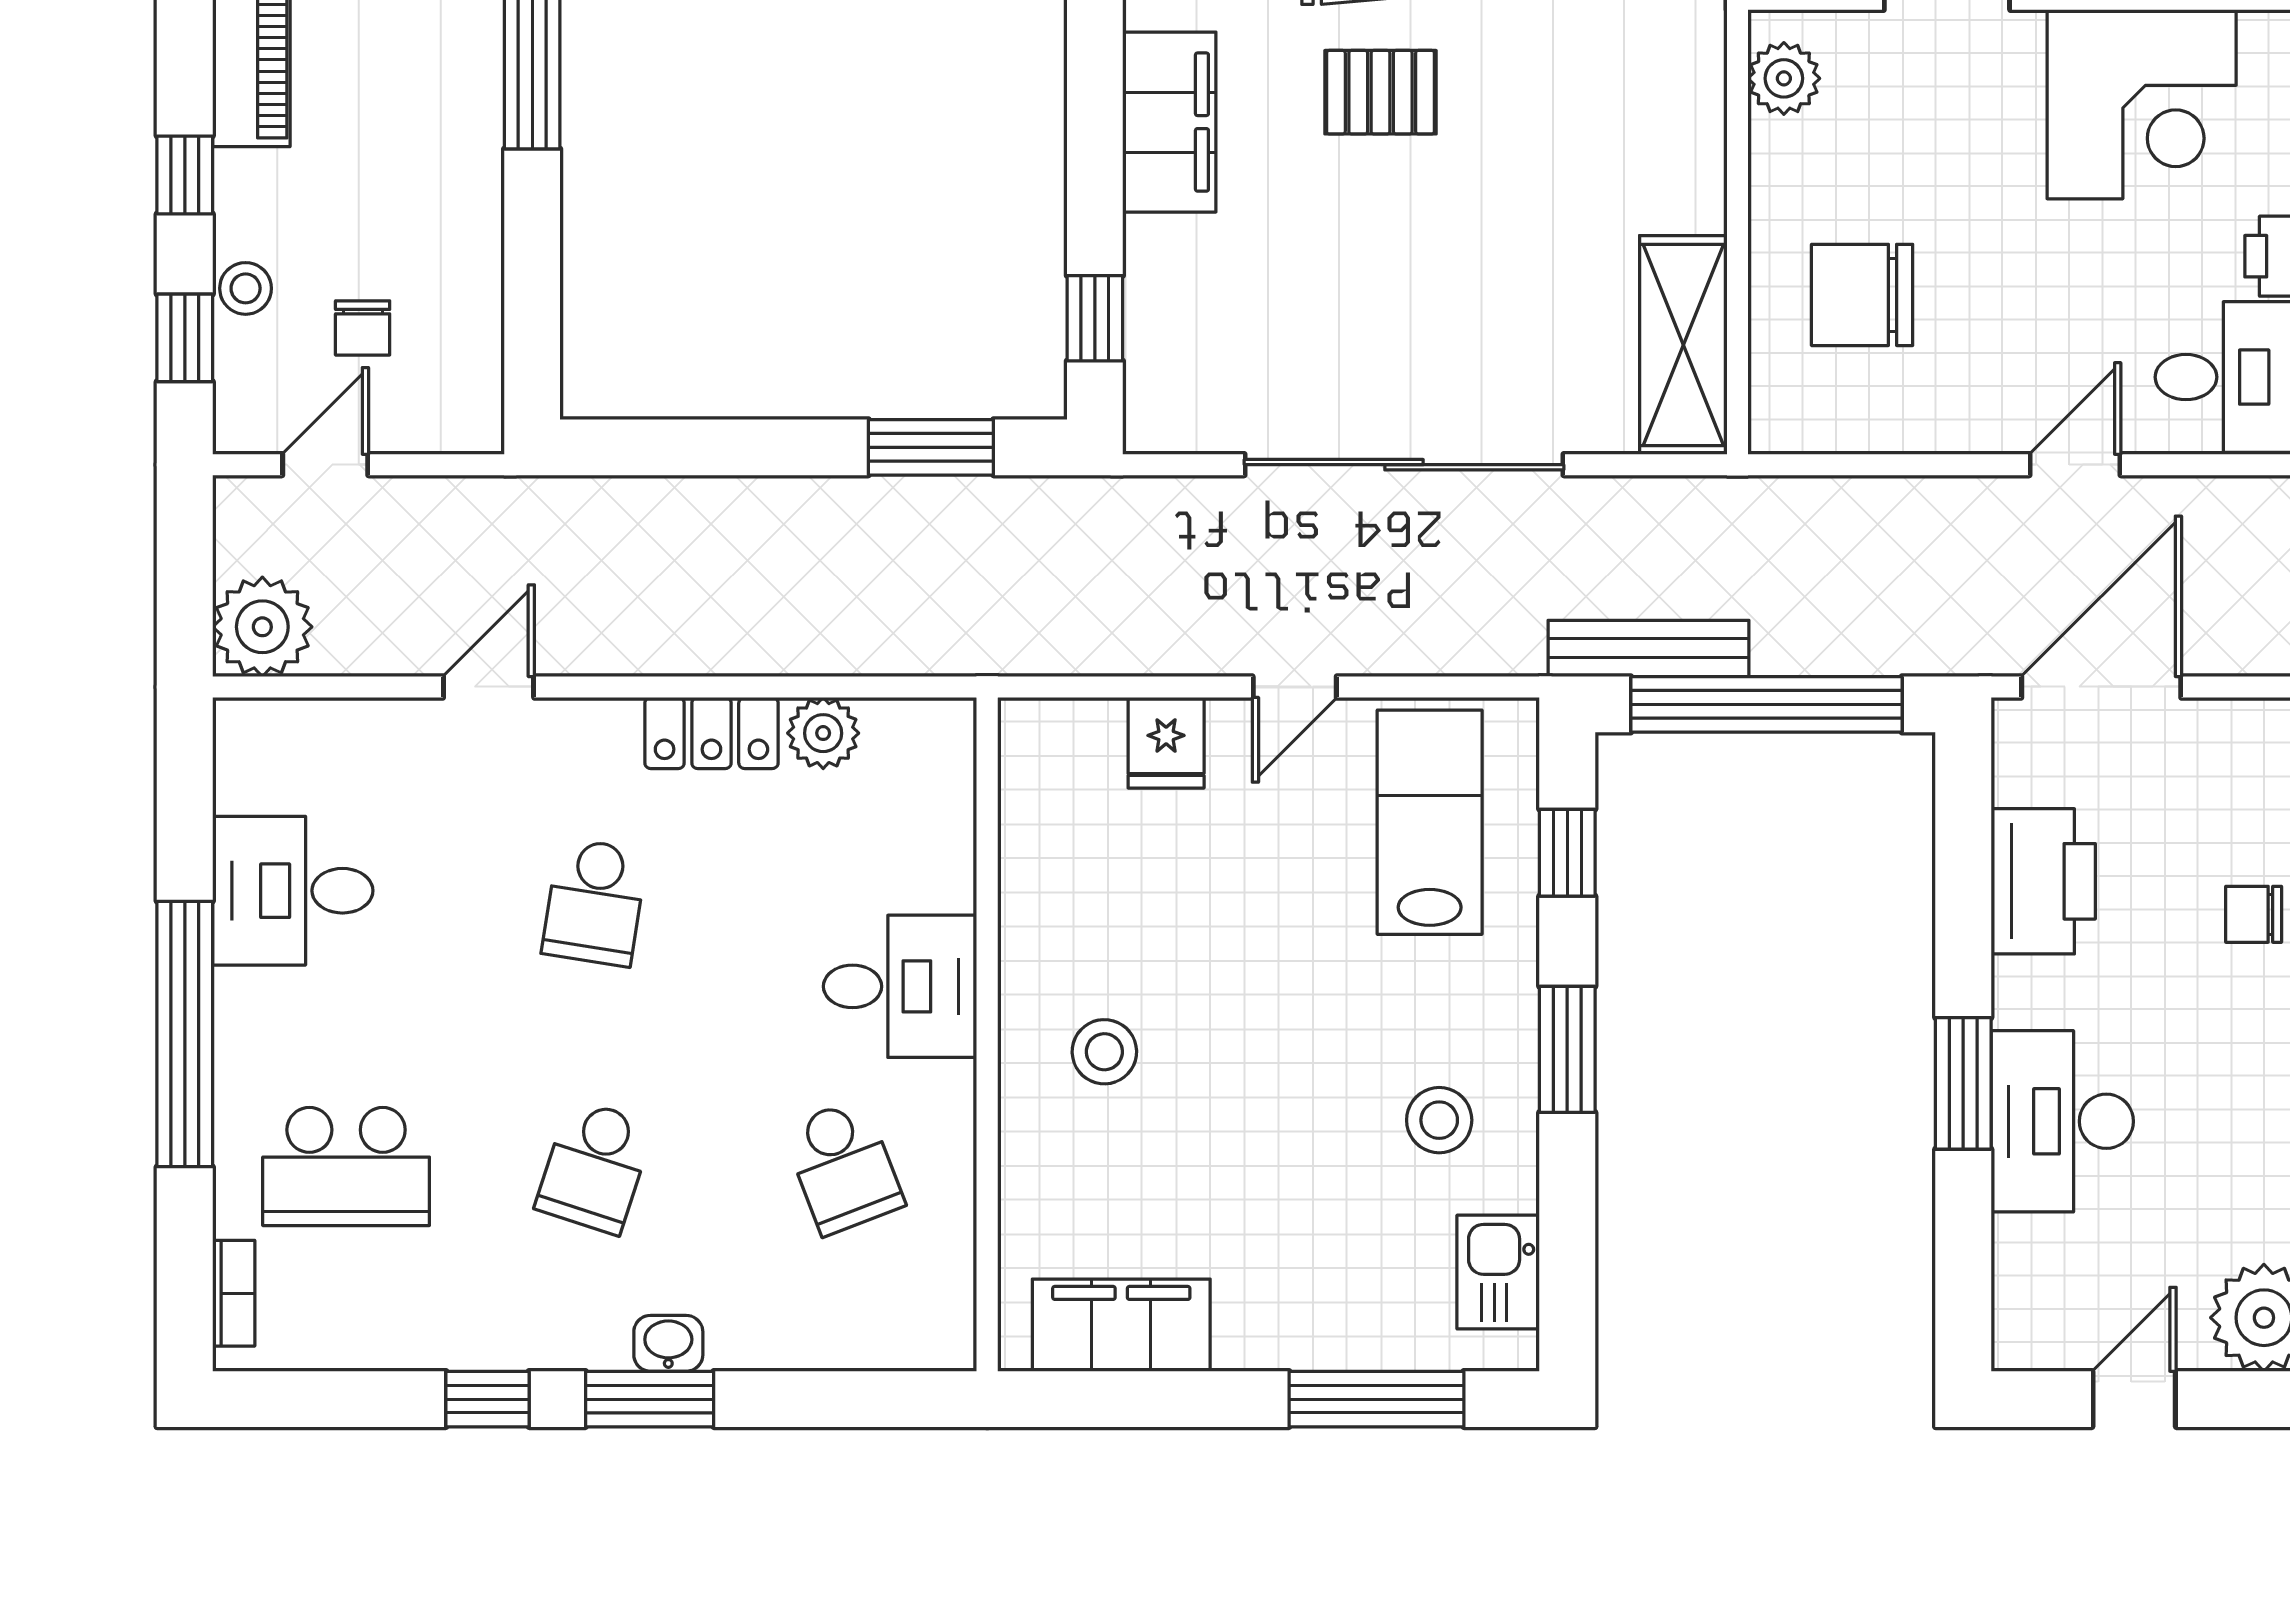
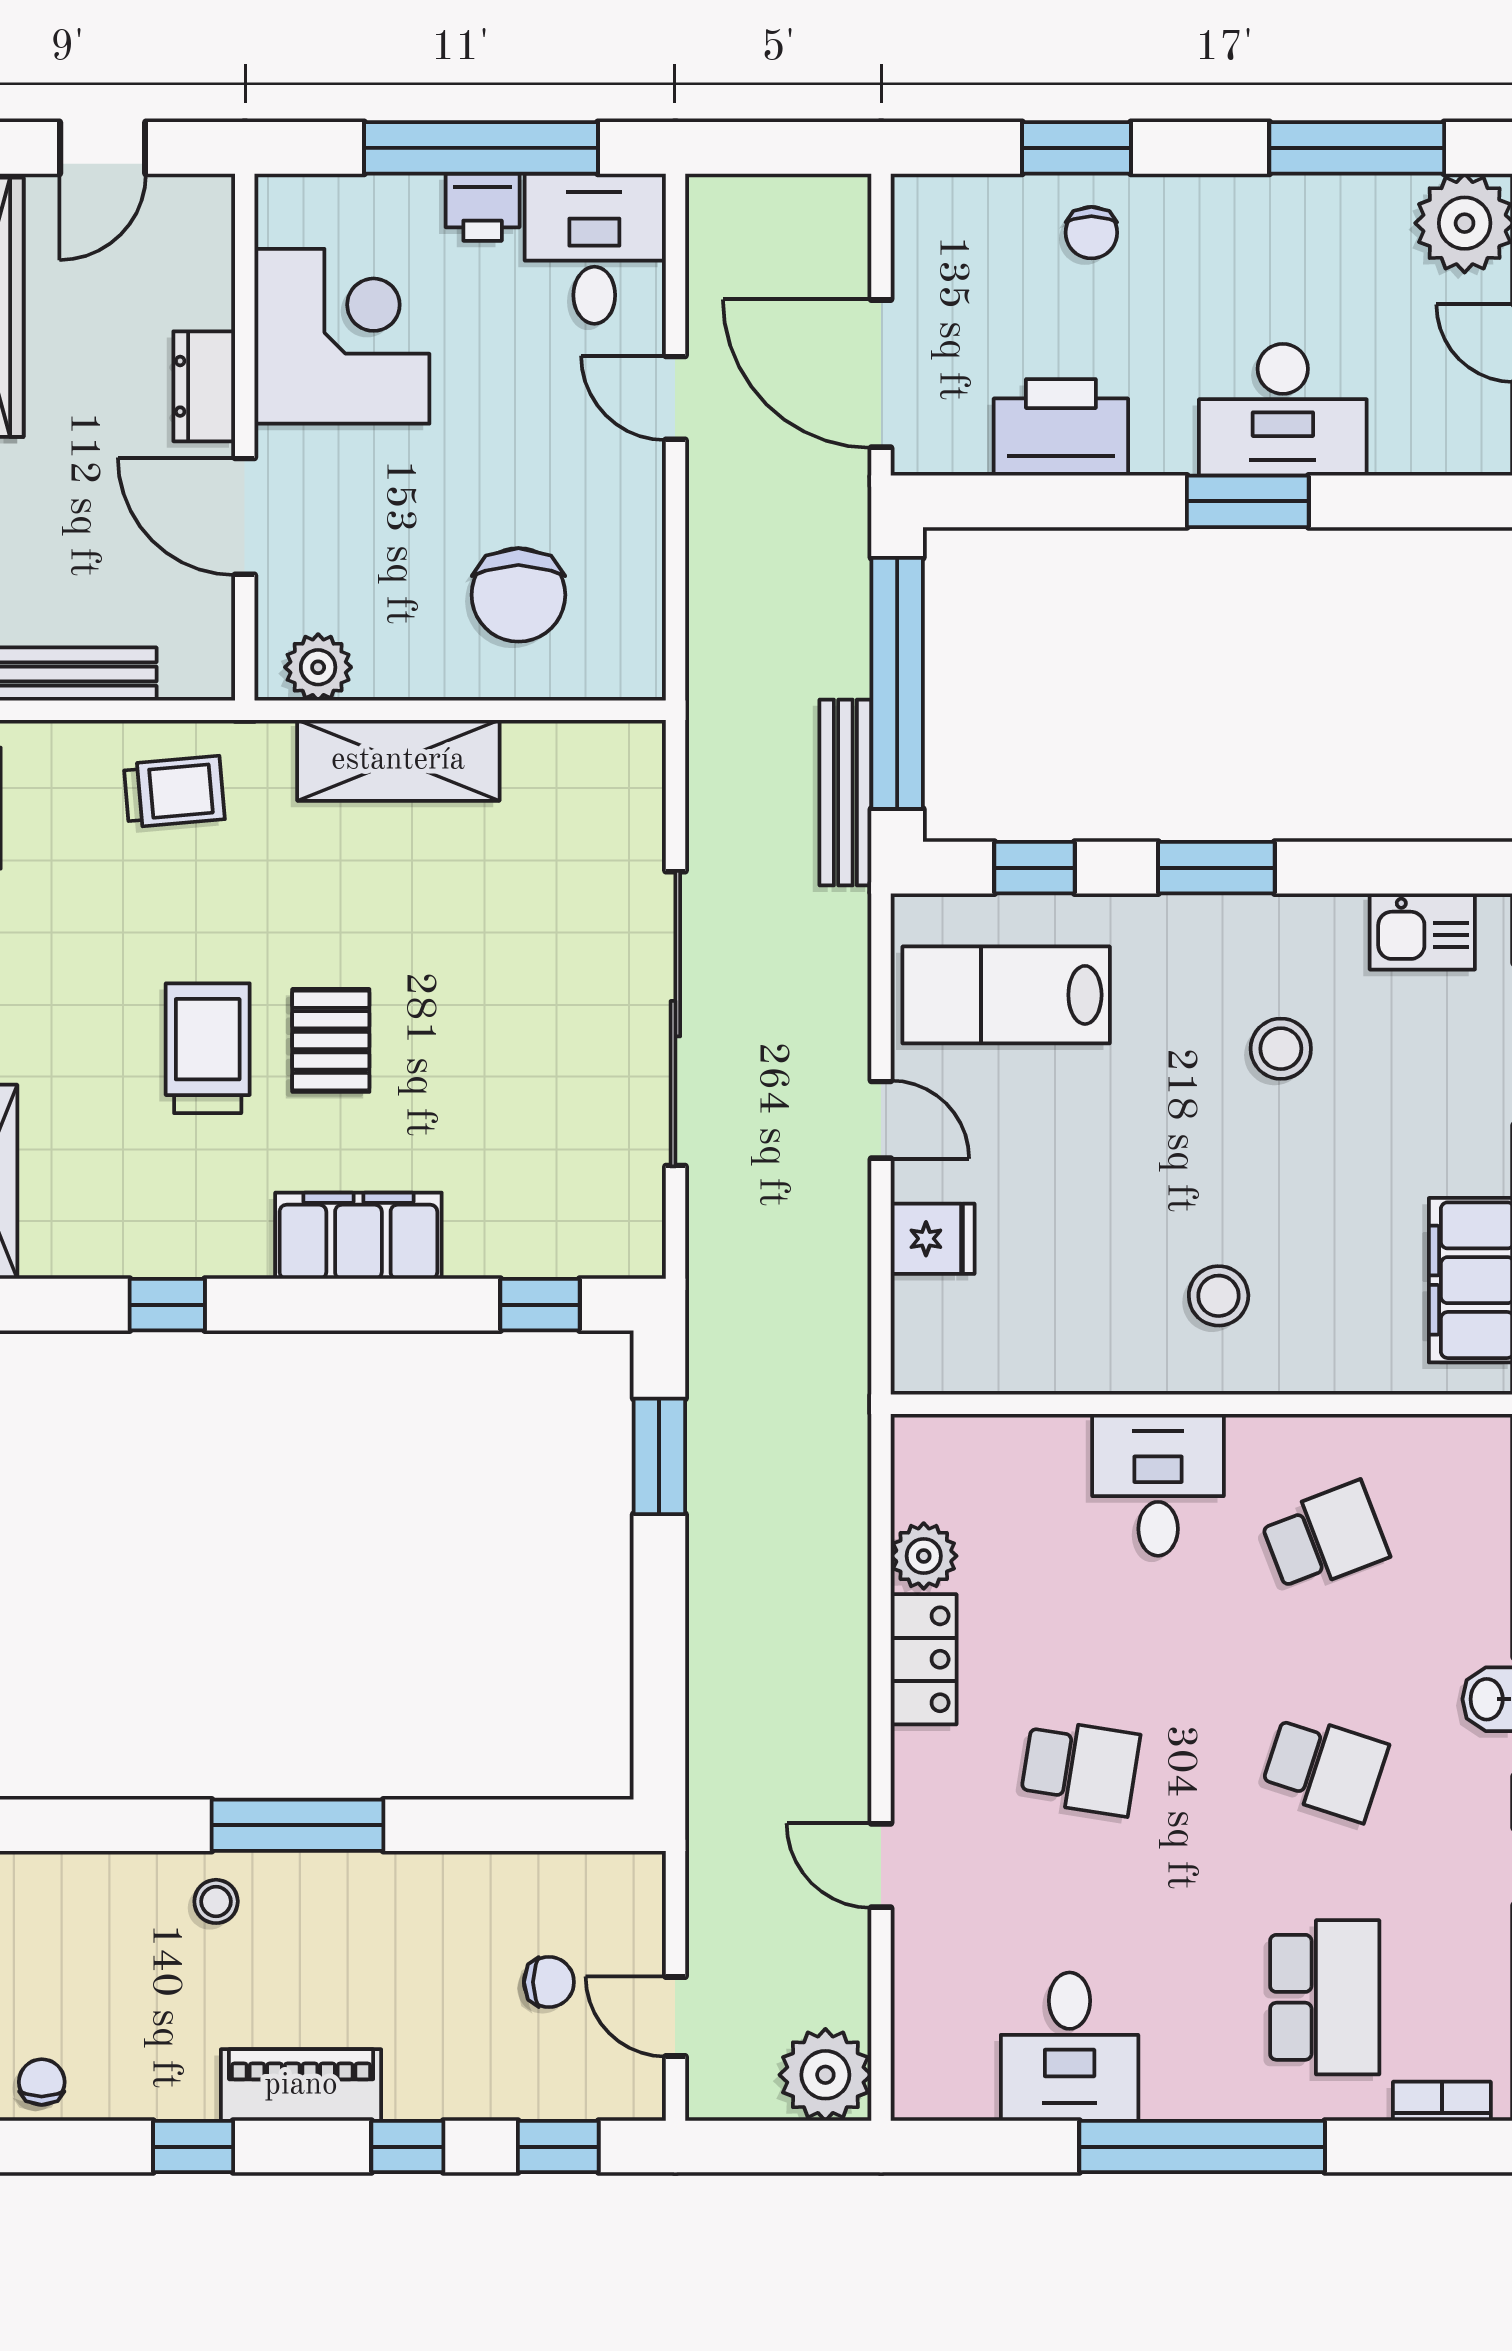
stool: (246, 288) -> (512, 2090), removed
shelving: (1683, 345) -> (398, 760), moved
stool: (1439, 1120) -> (1281, 1049), moved

